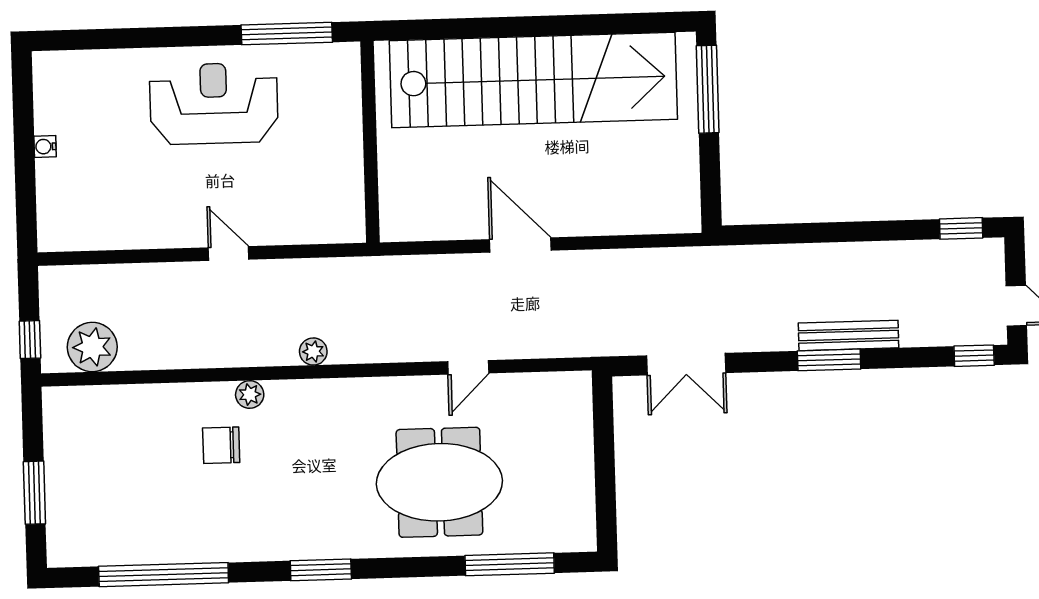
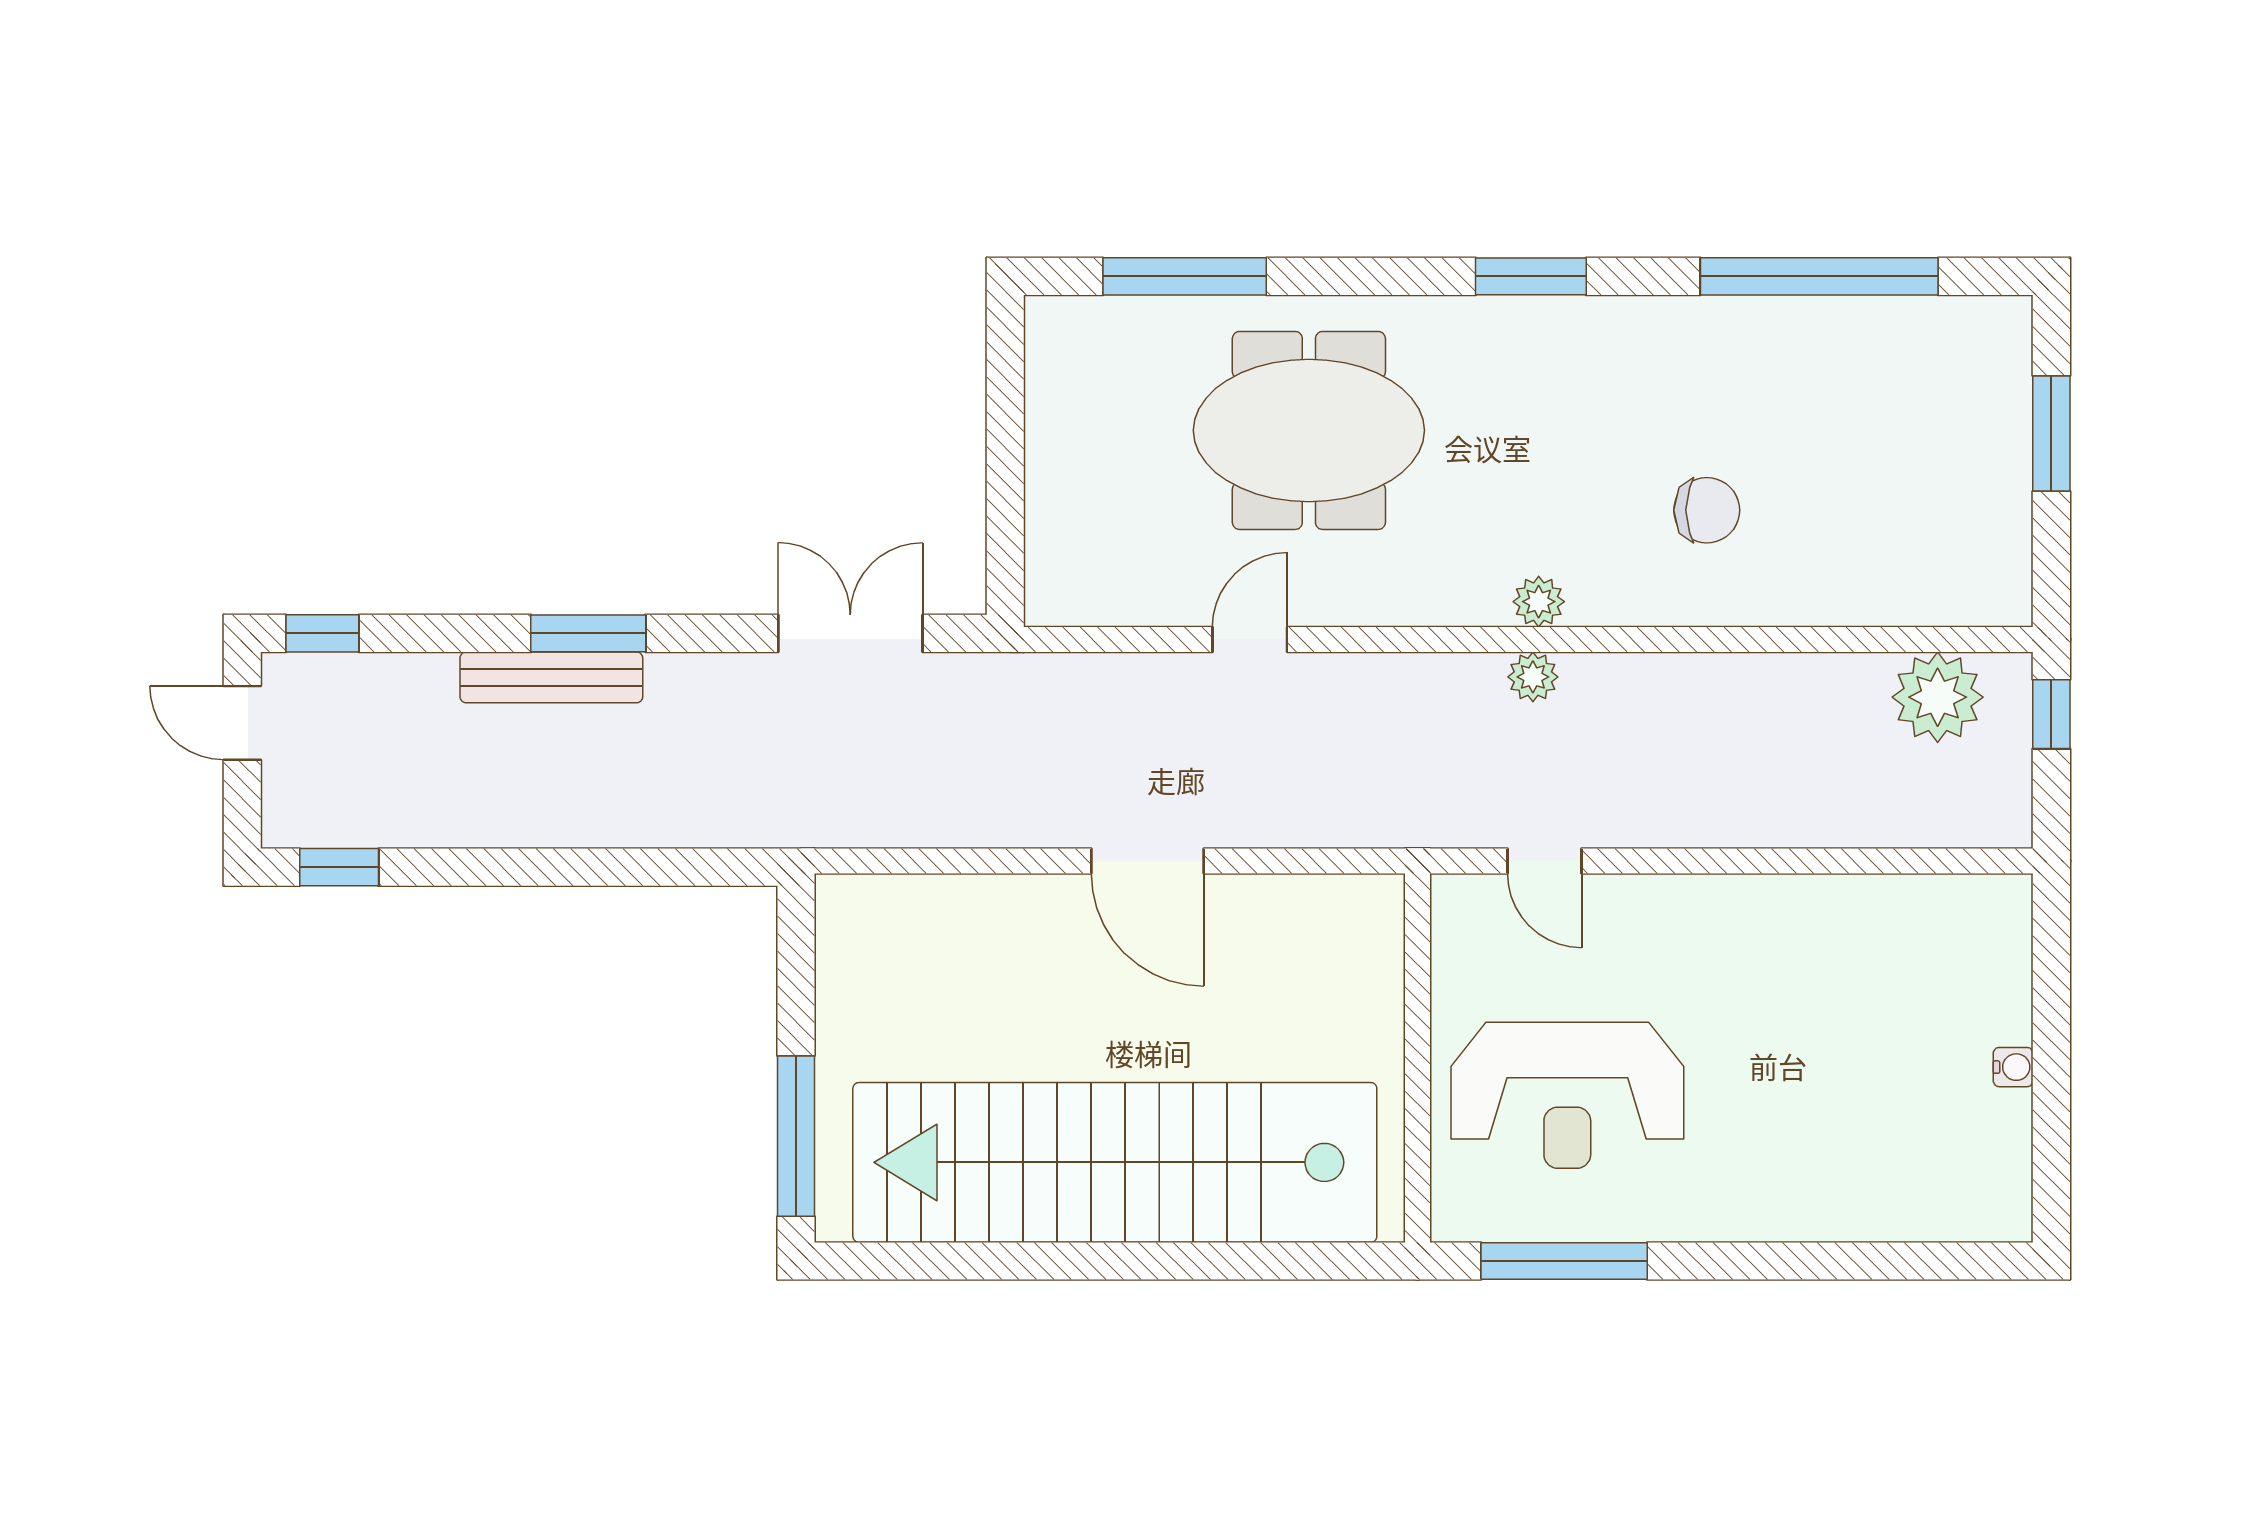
reception desk: (214, 103) -> (1567, 1095), moved
door: (229, 254) -> (1544, 861), moved
plant: (250, 394) -> (1539, 602), moved

